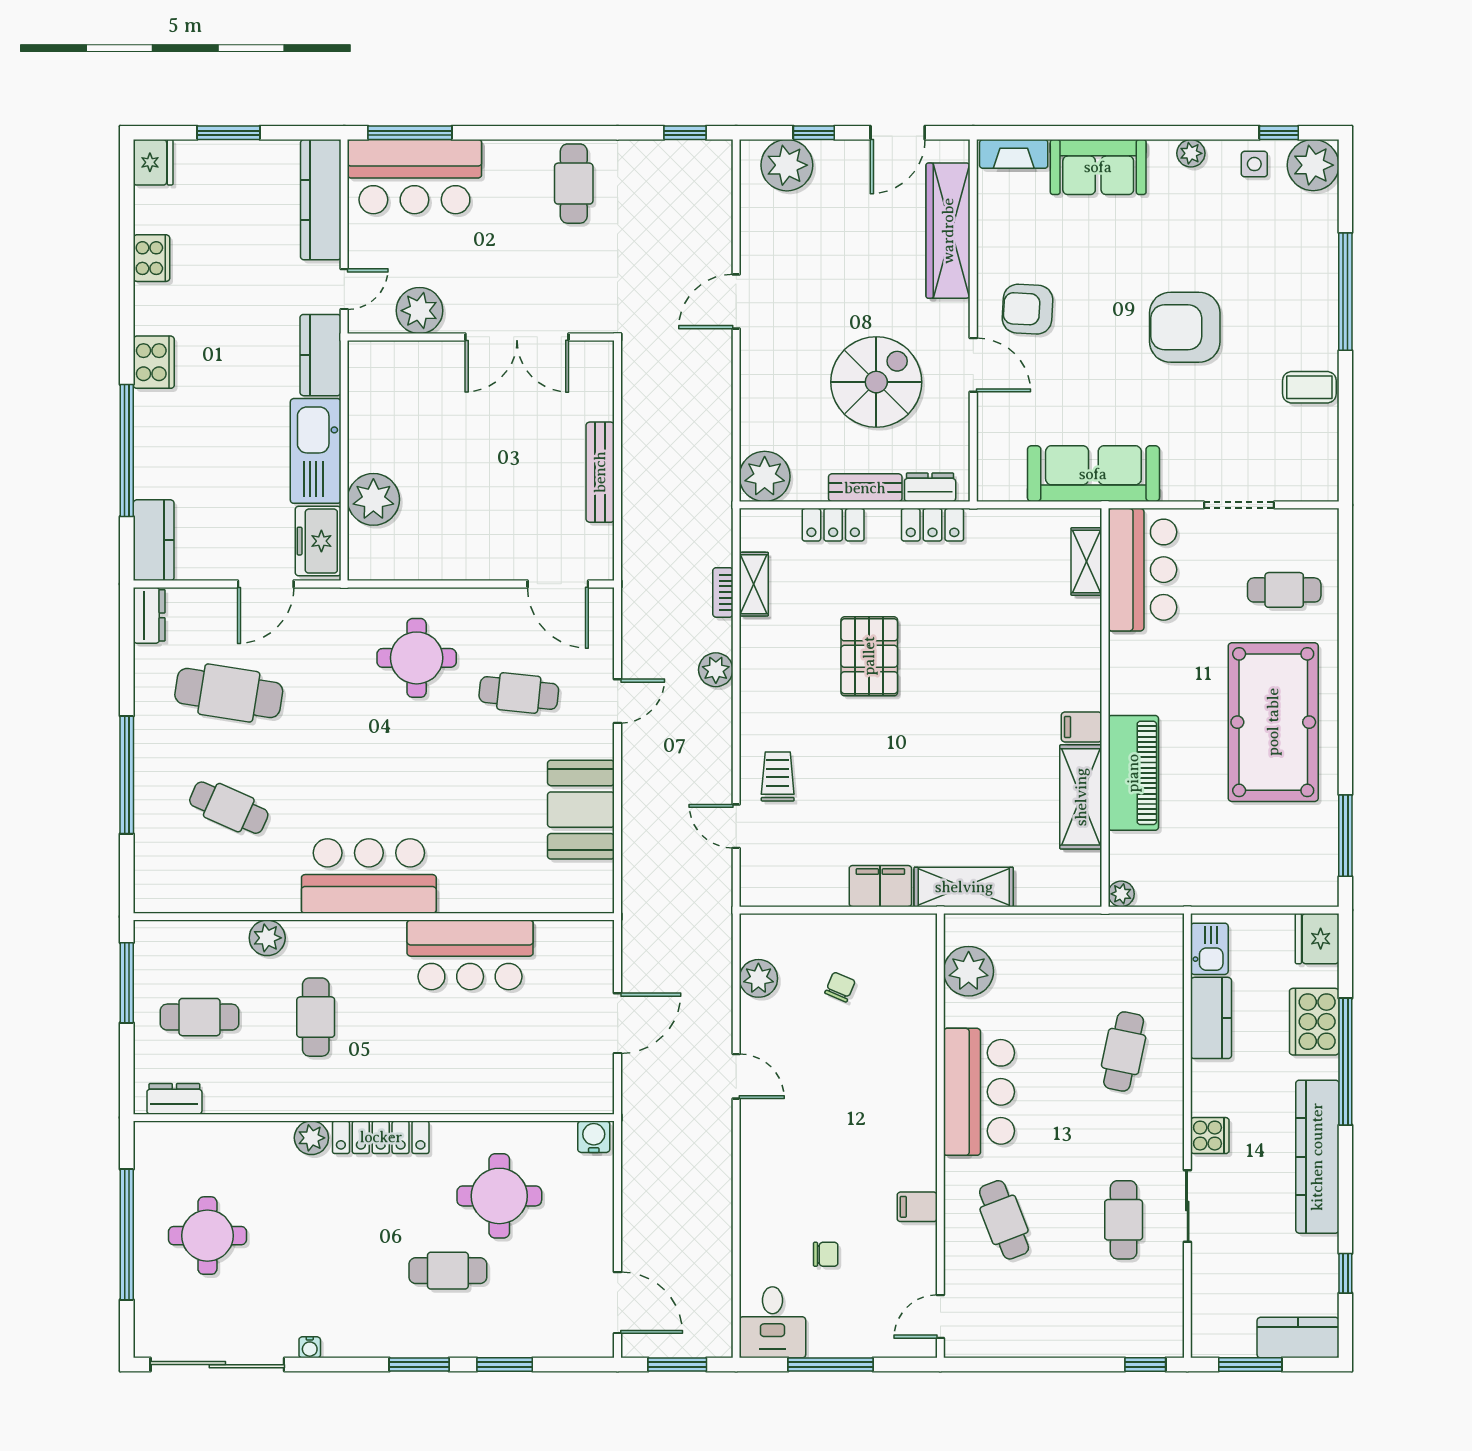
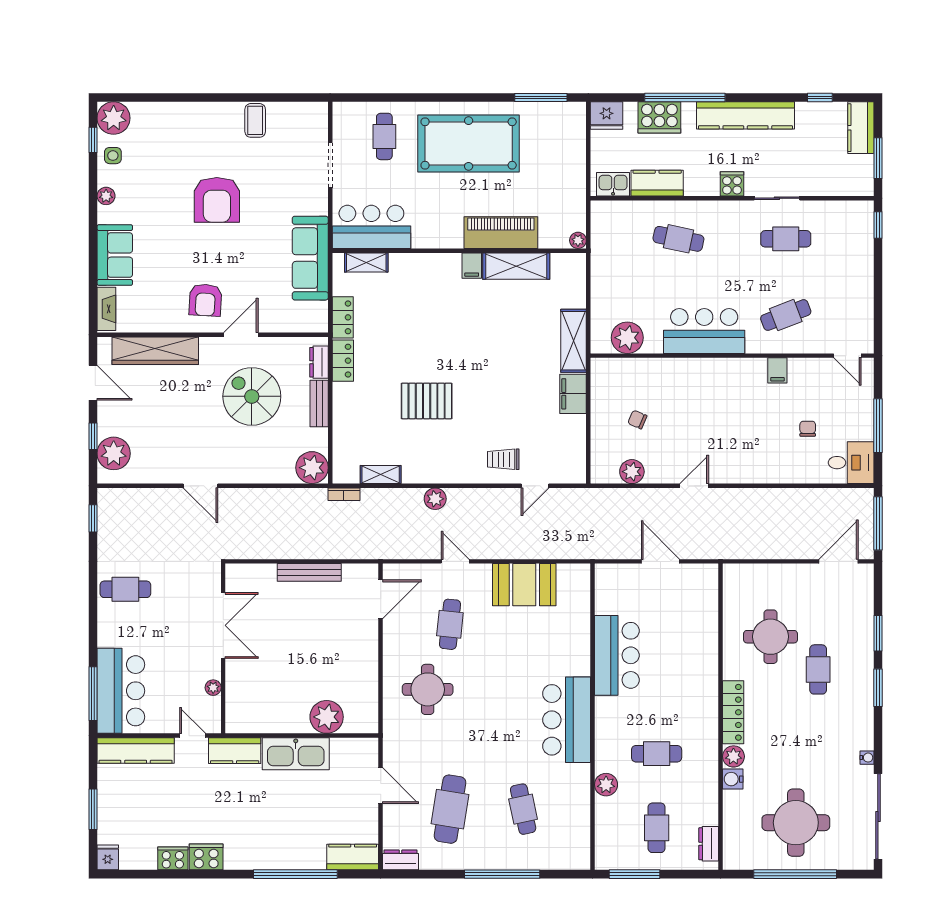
fridge: (153, 162) -> (108, 857), width x0.72
window: (1345, 292) -> (194, 97), removed
plant: (419, 311) -> (213, 688), width x0.53, depth x0.53
cooker: (154, 362) -> (206, 857), moved
locker: (833, 525) -> (343, 317), moved
freezer: (318, 541) -> (353, 752), removed
bookcase: (723, 592) -> (344, 494), moved
cafe table: (229, 808) -> (523, 809), turned -36
water cooler: (594, 1137) -> (733, 779), moved
round table: (207, 1236) -> (796, 823), width x1.36, depth x1.36
window: (677, 1365) -> (878, 523), width x1.44

